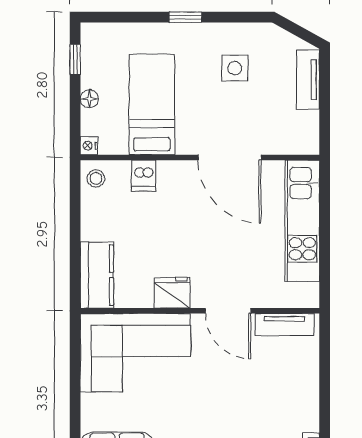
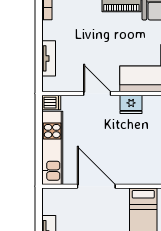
dishwasher: (144, 176) -> (51, 103), moved, turned 90
tv unit: (284, 325) -> (49, 58), moved, turned 90

